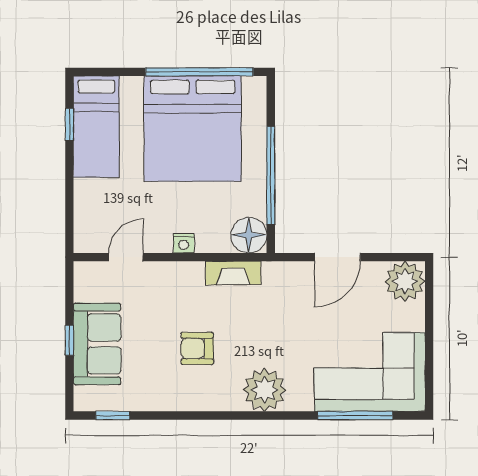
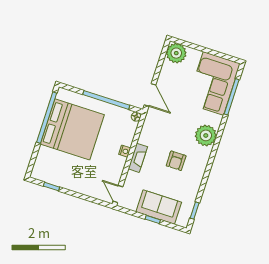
bed: (96, 127) -> (57, 174), removed
floor lamp: (249, 235) -> (136, 117), width x0.53, depth x0.53
door: (126, 257) -> (118, 194), moved
door: (337, 257) -> (150, 95), moved
fireplace: (233, 273) -> (138, 158), moved

